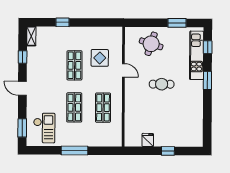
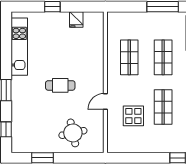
round table: (151, 44) -> (73, 133), turned -30
kitchen unit: (197, 55) -> (19, 47), moved
door: (123, 70) -> (105, 102), hinge flipped

